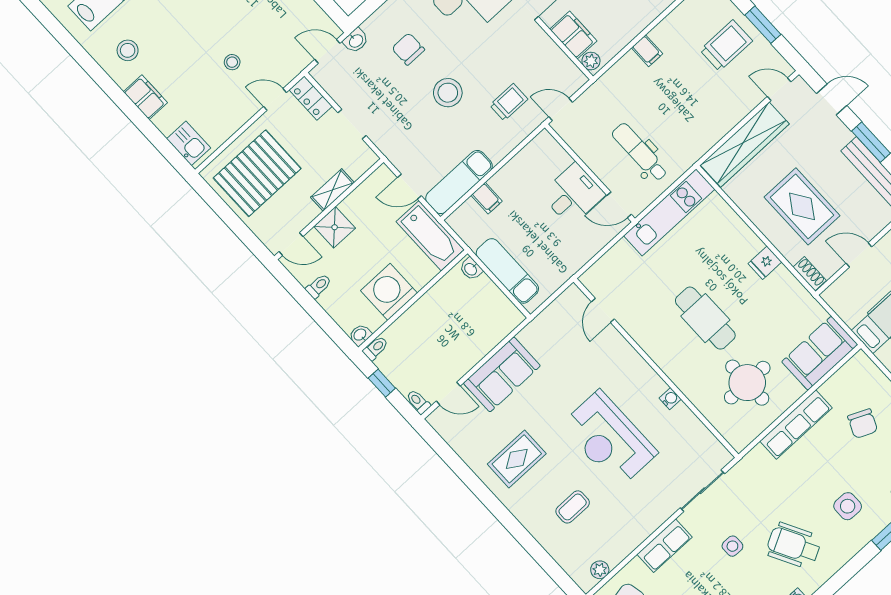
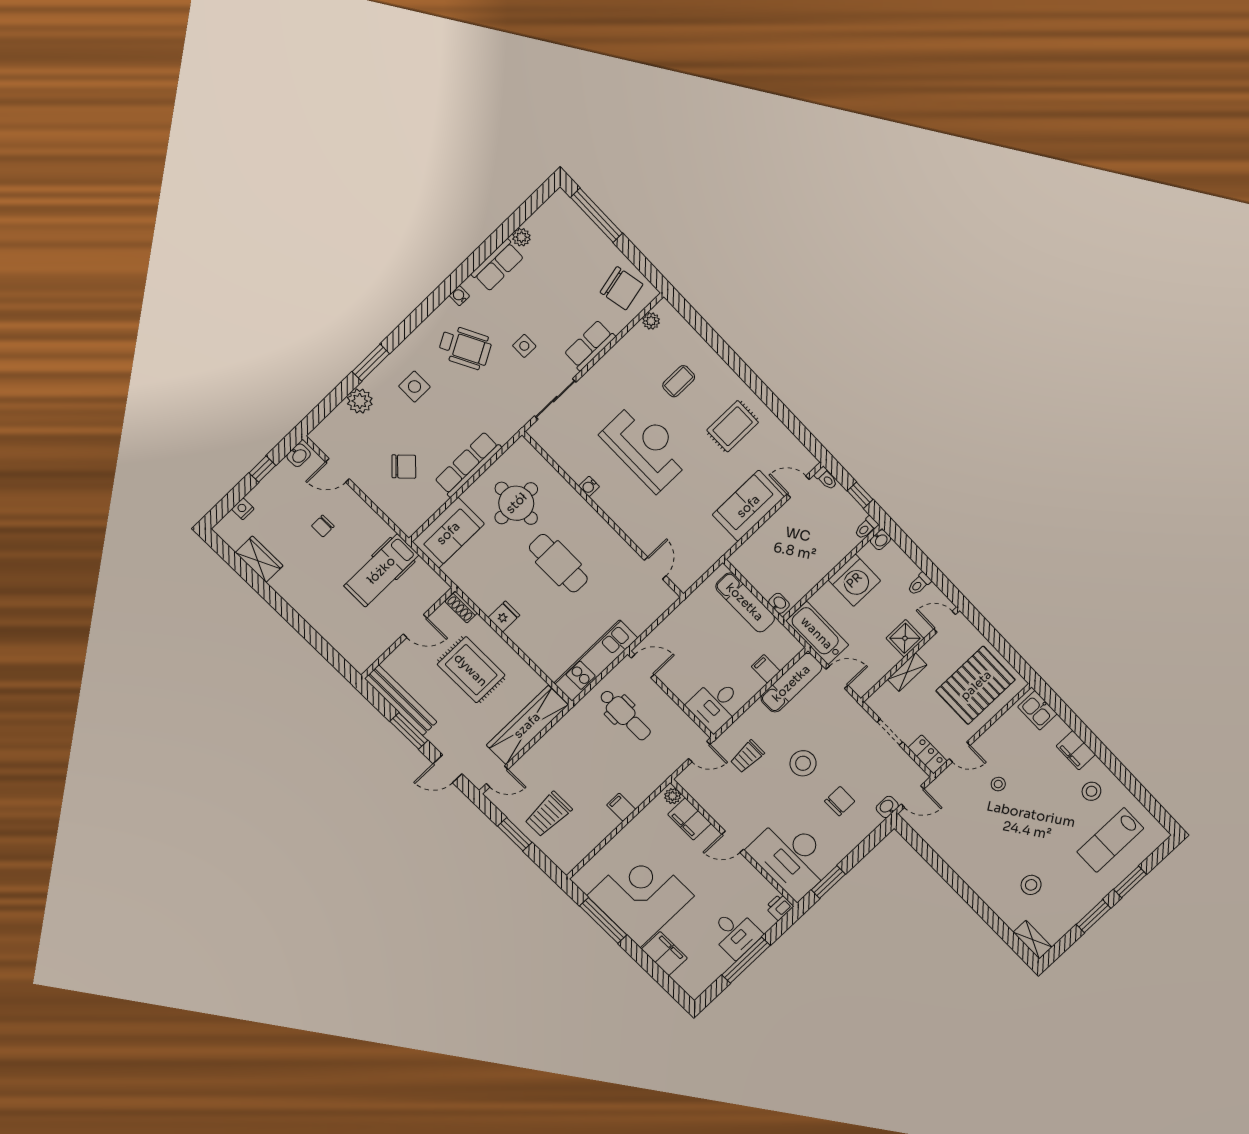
chair: (408, 49) -> (840, 801), turned -90
desk: (573, 194) -> (715, 704), moved
chair: (863, 424) -> (404, 467), turned 111

